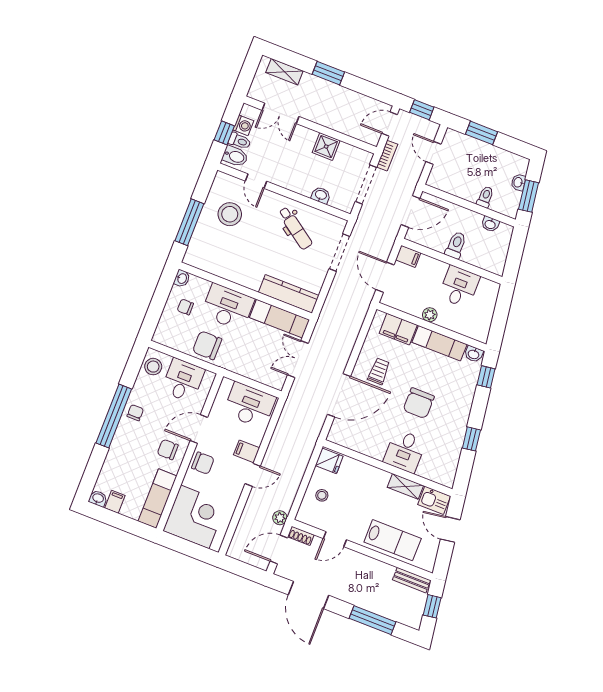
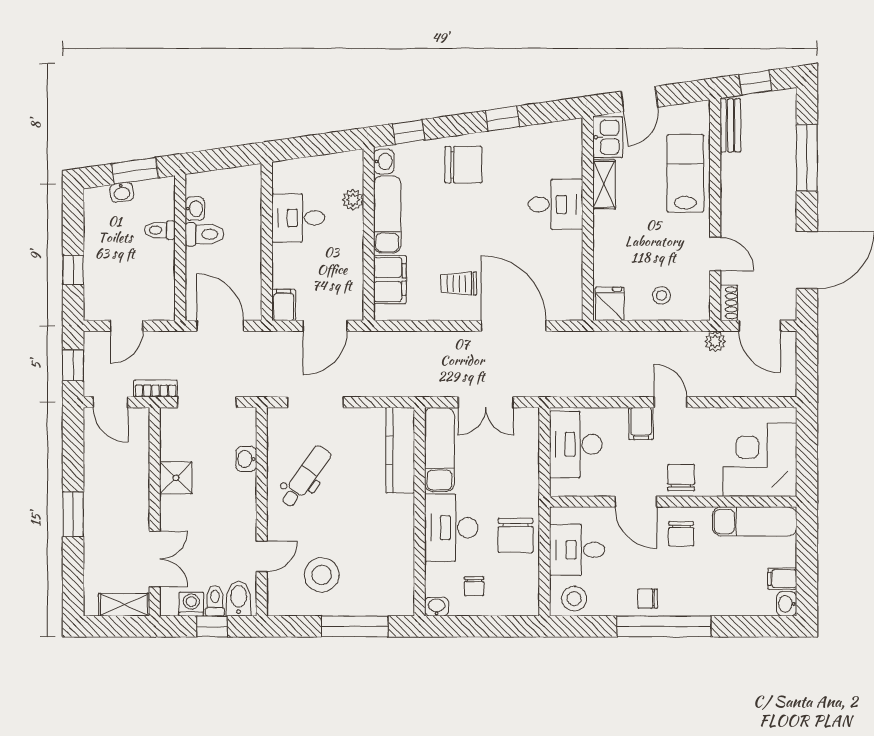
shelving: (284, 72) -> (124, 605), moved, turned 90
window: (482, 133) -> (73, 270), width x0.67
toilet: (456, 245) -> (204, 234), moved, turned 180
plant: (430, 315) -> (353, 200), moved
chair: (419, 403) -> (463, 165), moved

